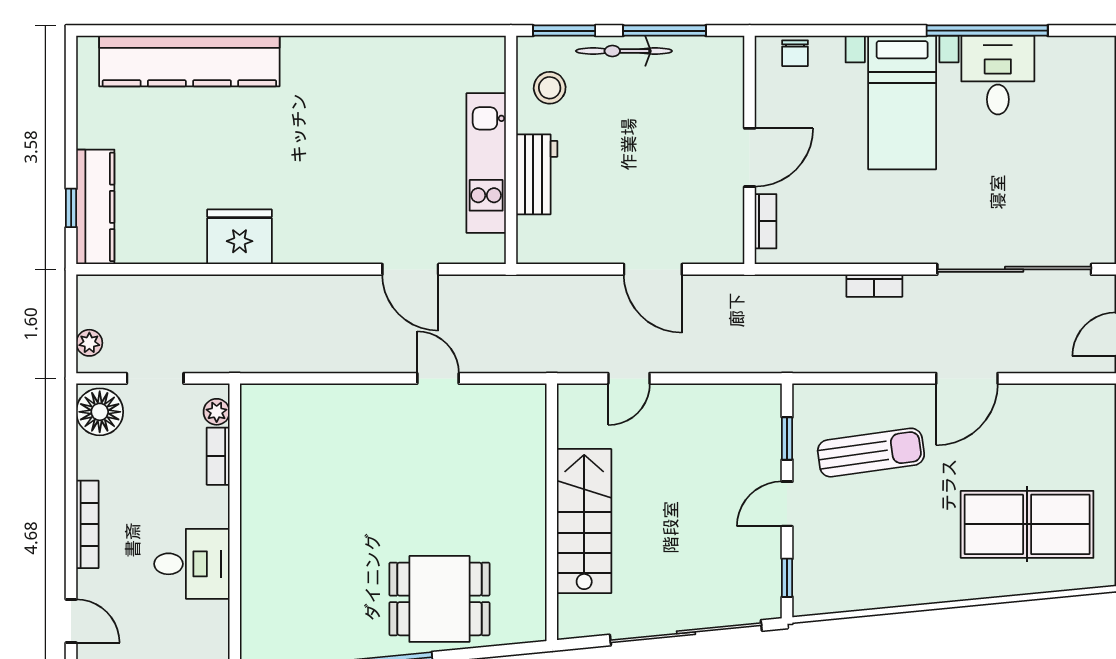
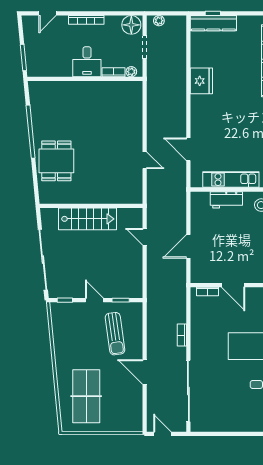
door: (410, 269) -> (188, 149), hinge flipped
door: (438, 378) -> (145, 160), hinge flipped
desk: (192, 564) -> (87, 62), moved

